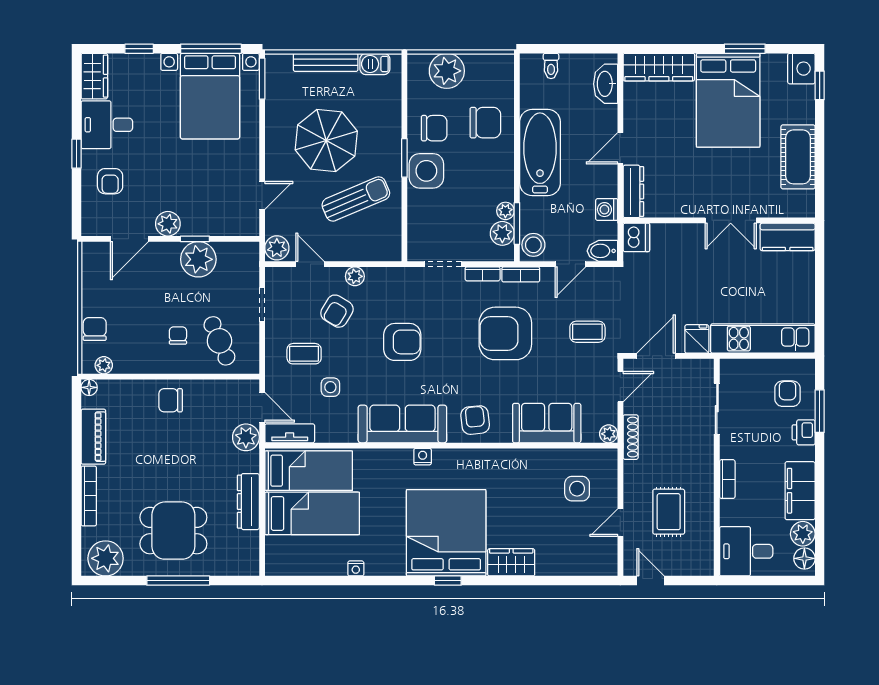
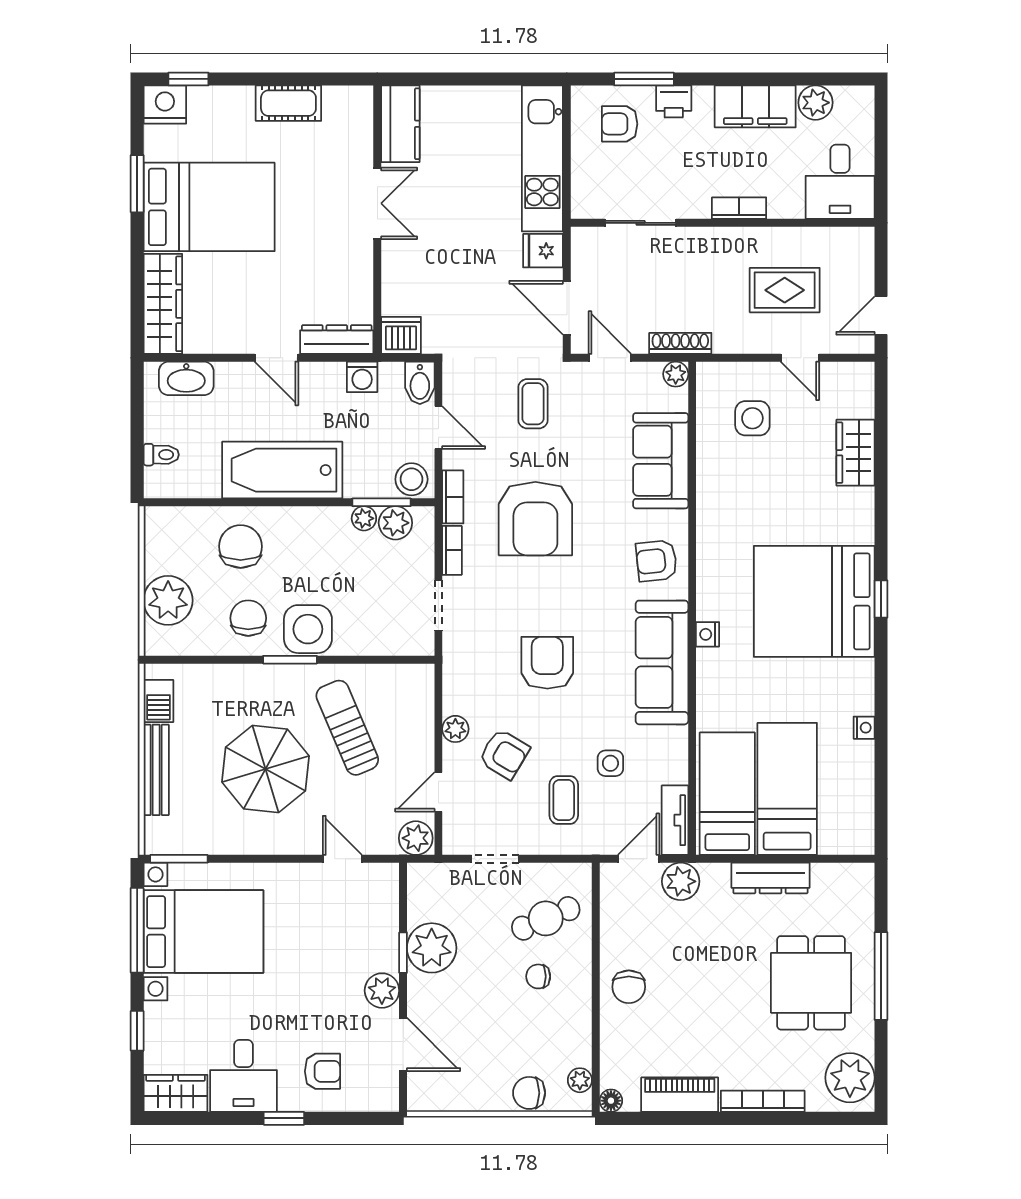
cot: (798, 157) -> (288, 103), width x0.73, depth x0.75
floor lamp: (804, 558) -> (850, 100), removed
wardrobe: (511, 562) -> (855, 453), moved

